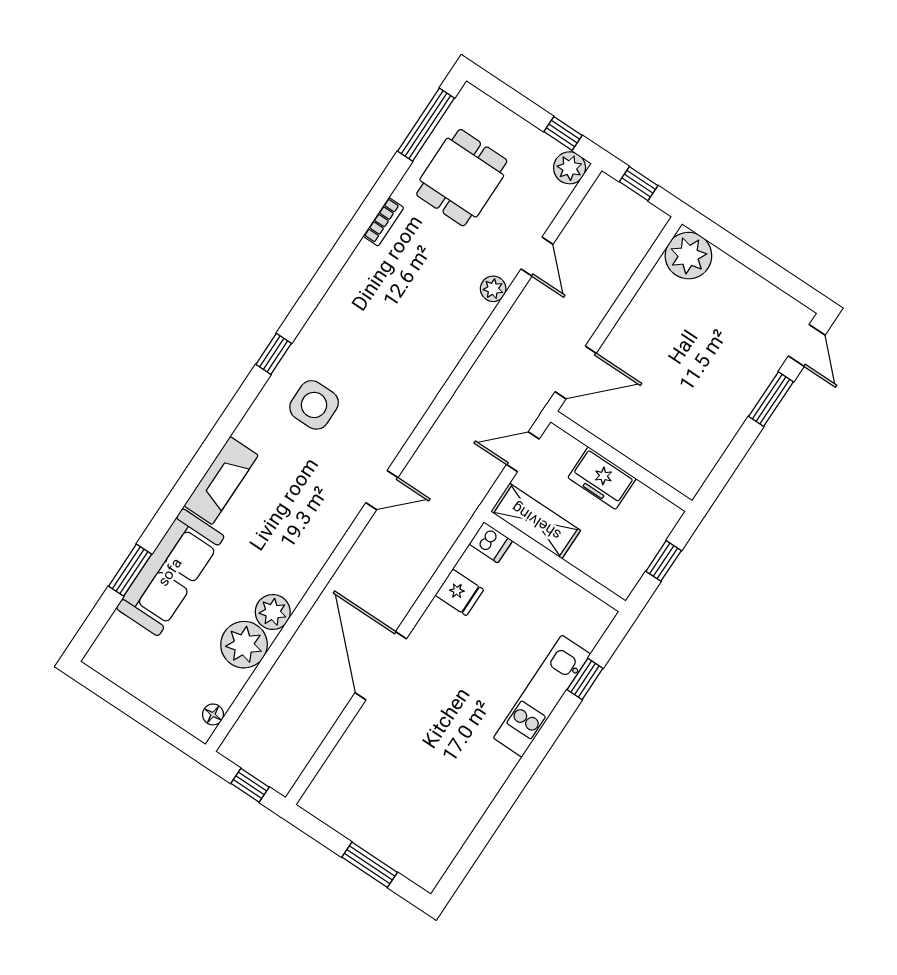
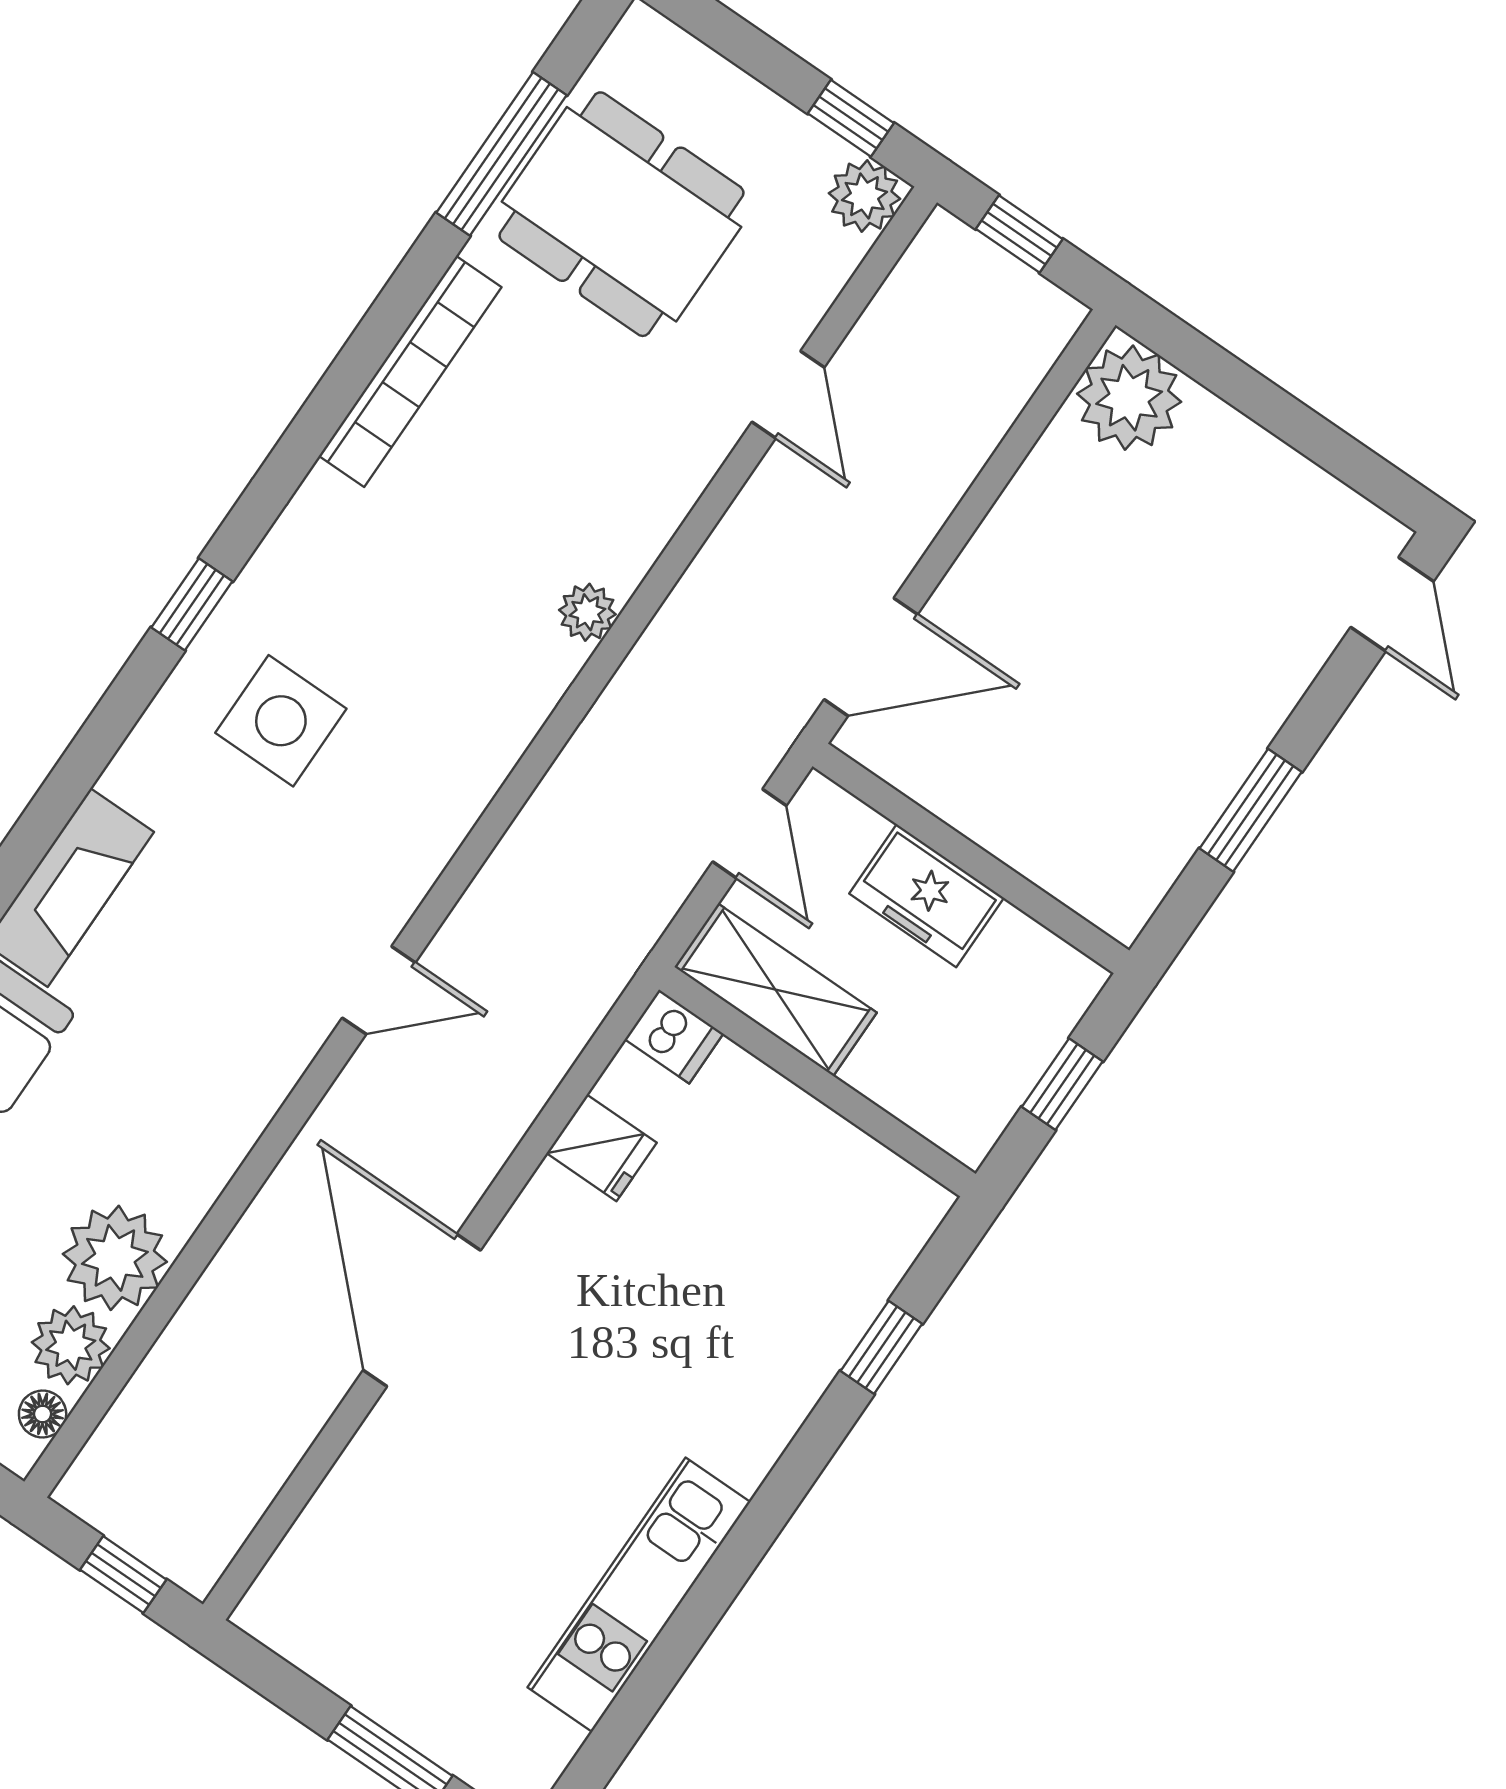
window: (426, 125) -> (502, 154), moved
dining table: (462, 178) -> (622, 214), width x1.38
bookcase: (383, 222) -> (410, 371), width x2.31, depth x1.31
plant: (493, 289) -> (587, 612), moved
window: (771, 399) -> (1251, 810), moved
door: (523, 452) -> (749, 834), swing flipped
door: (382, 490) -> (379, 990), moved
plant: (273, 612) -> (71, 1345), moved
kitchen unit: (542, 696) -> (639, 1595), moved

